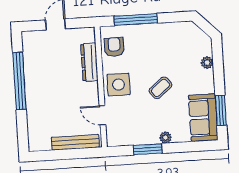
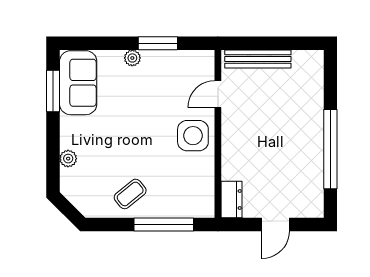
armchair: (114, 47) -> (196, 188), removed
dresser: (89, 62) -> (232, 200), moved, width x0.70
coffee table: (160, 88) -> (130, 194), moved
door: (102, 115) -> (218, 94), swing flipped

